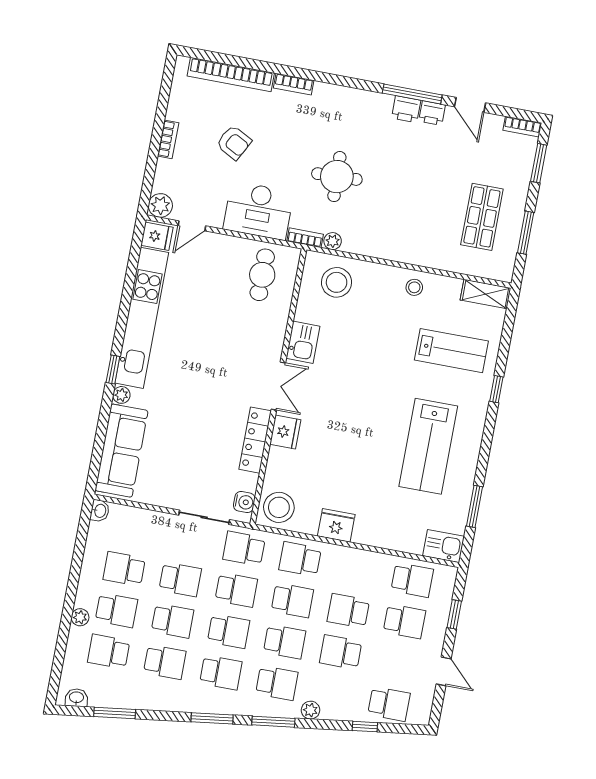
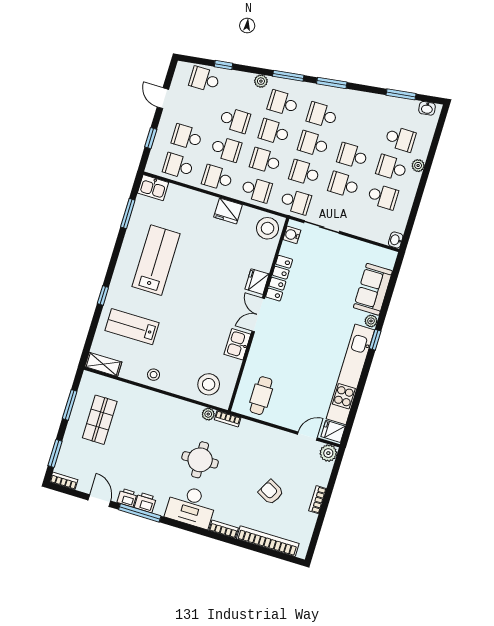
desk: (258, 211) -> (191, 506), moved, turned 180
sofa: (121, 451) -> (373, 289), width x0.73
school desk: (165, 662) -> (217, 178), moved

